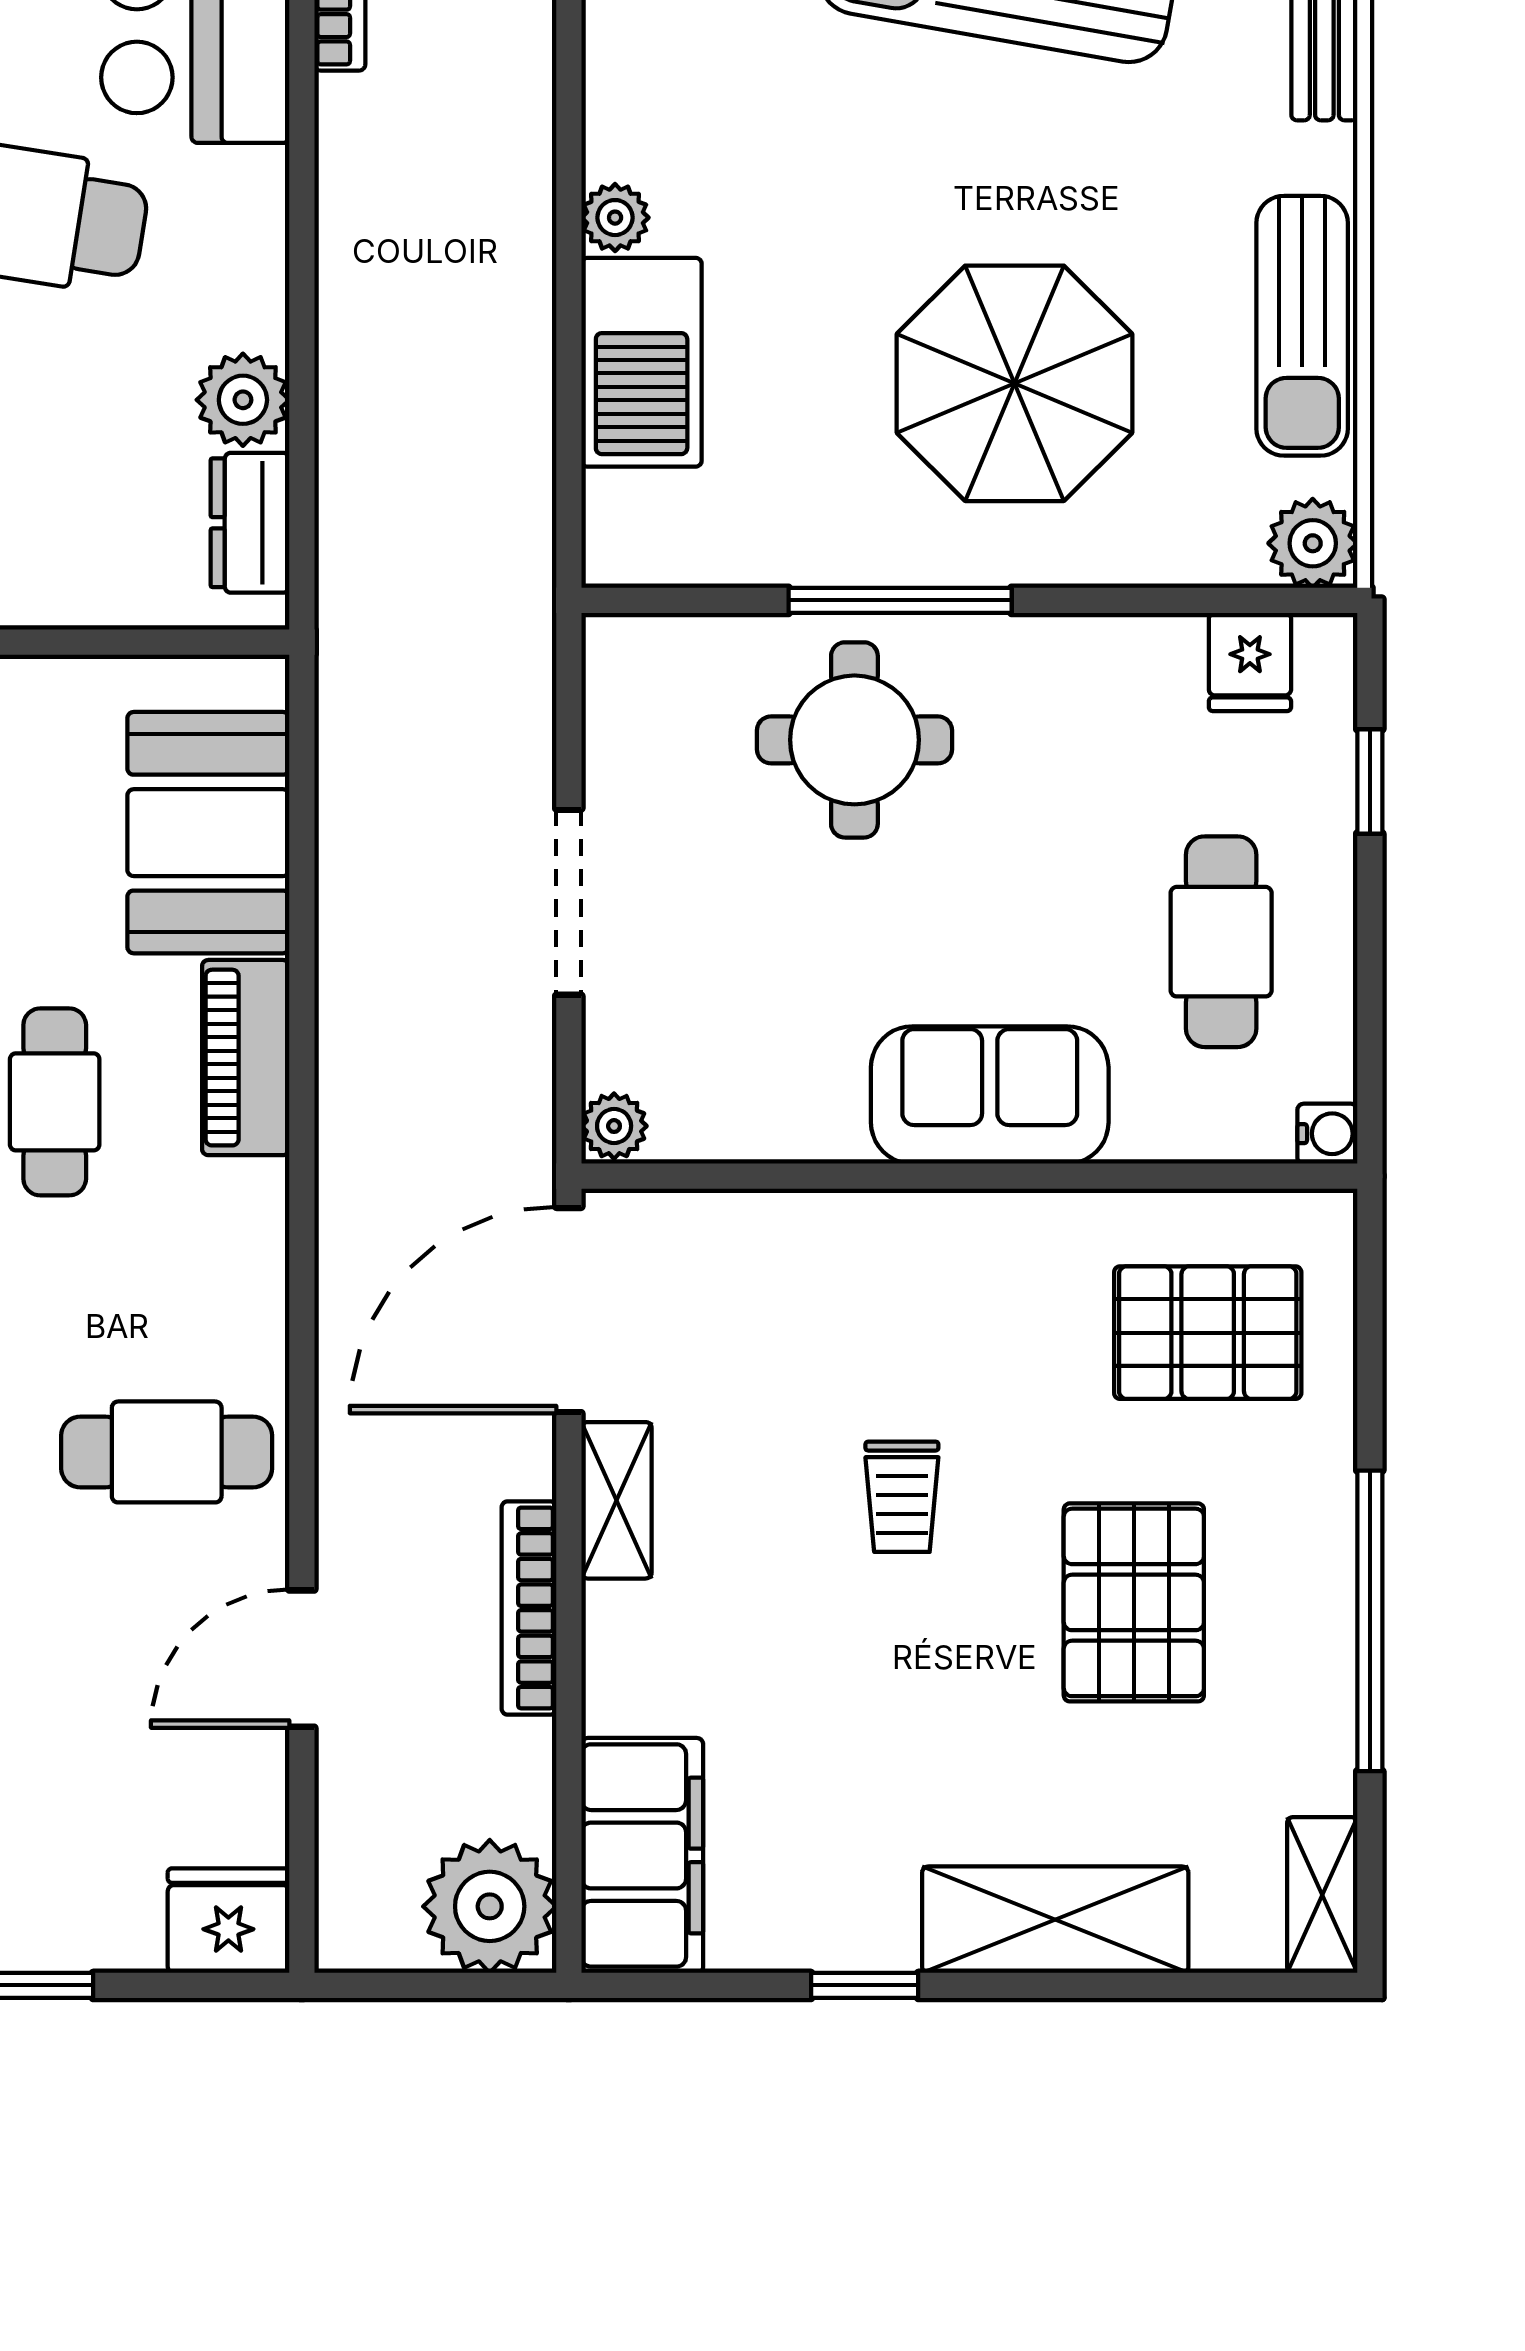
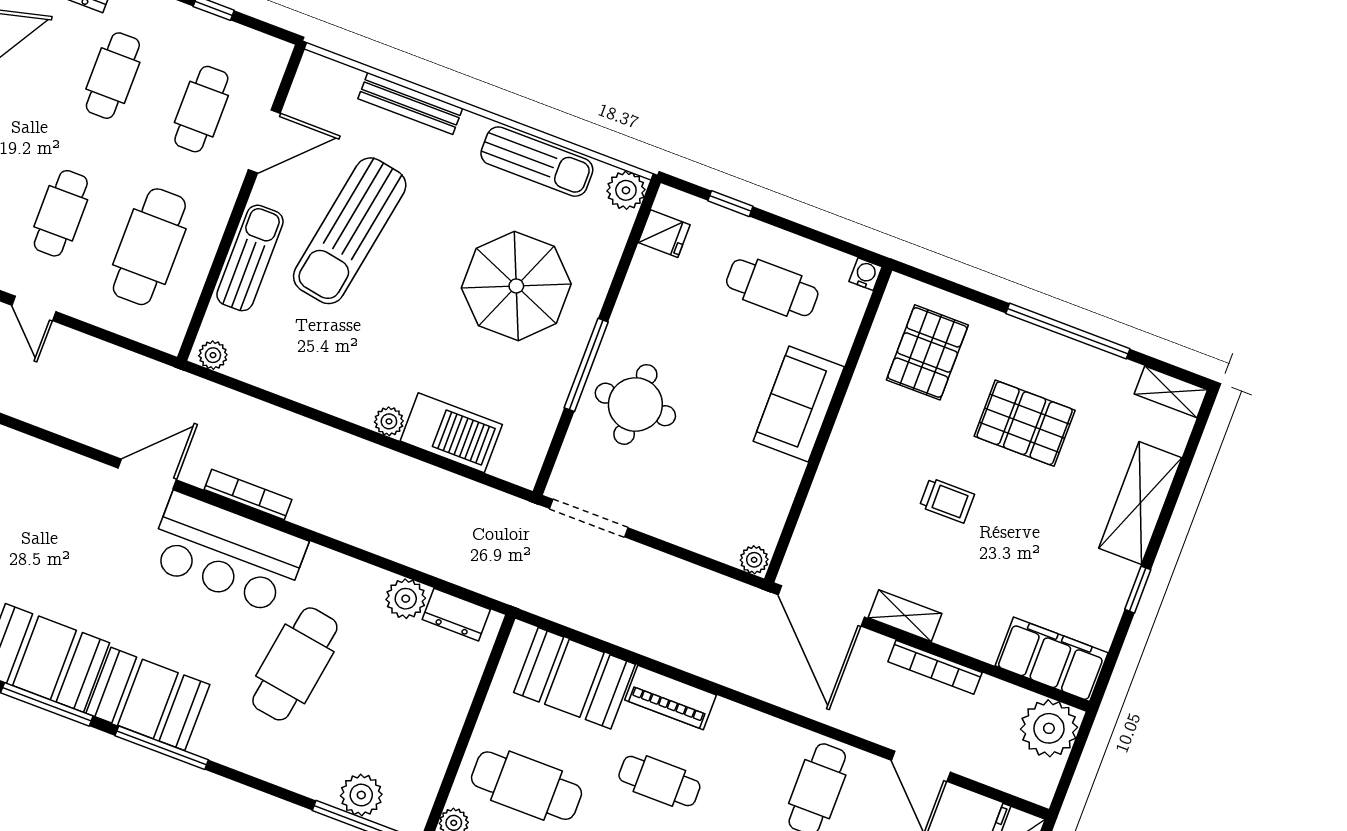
doorway: (569, 902) -> (589, 518), moved

